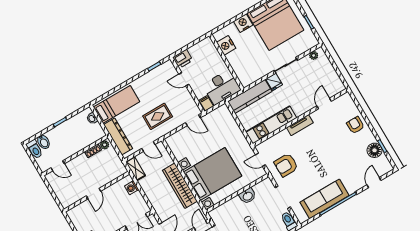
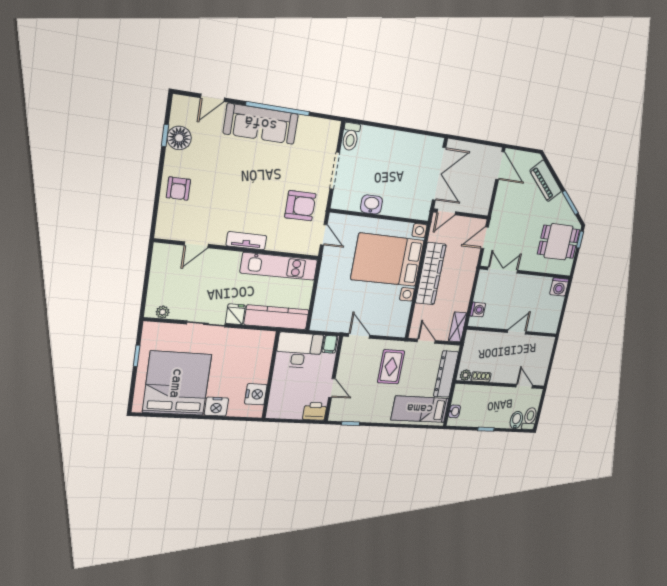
rug: (158, 116) -> (391, 367), turned 90
sofa: (324, 199) -> (261, 124), moved

